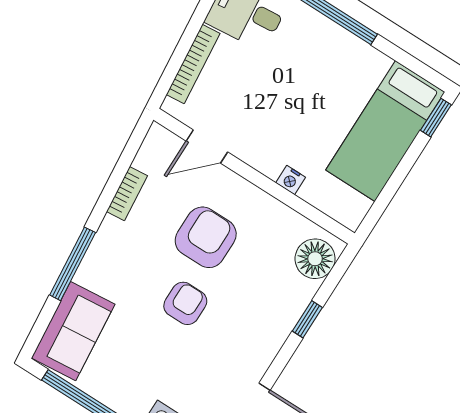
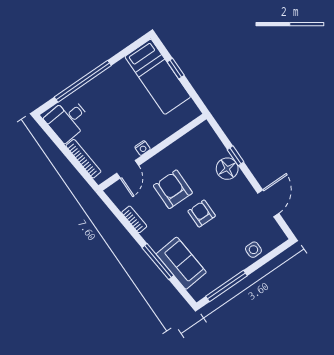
window: (436, 118) -> (176, 69), moved
nightstand: (291, 180) -> (143, 148), moved
floor lamp: (315, 259) -> (227, 169), moved
sofa: (73, 331) -> (181, 263), moved

